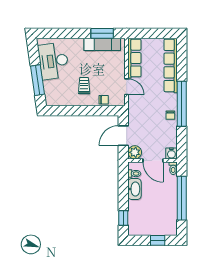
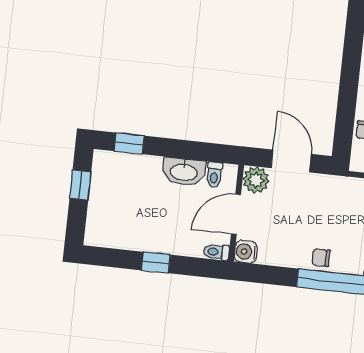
window: (182, 198) -> (156, 263), width x0.32
window: (158, 240) -> (80, 185), moved

